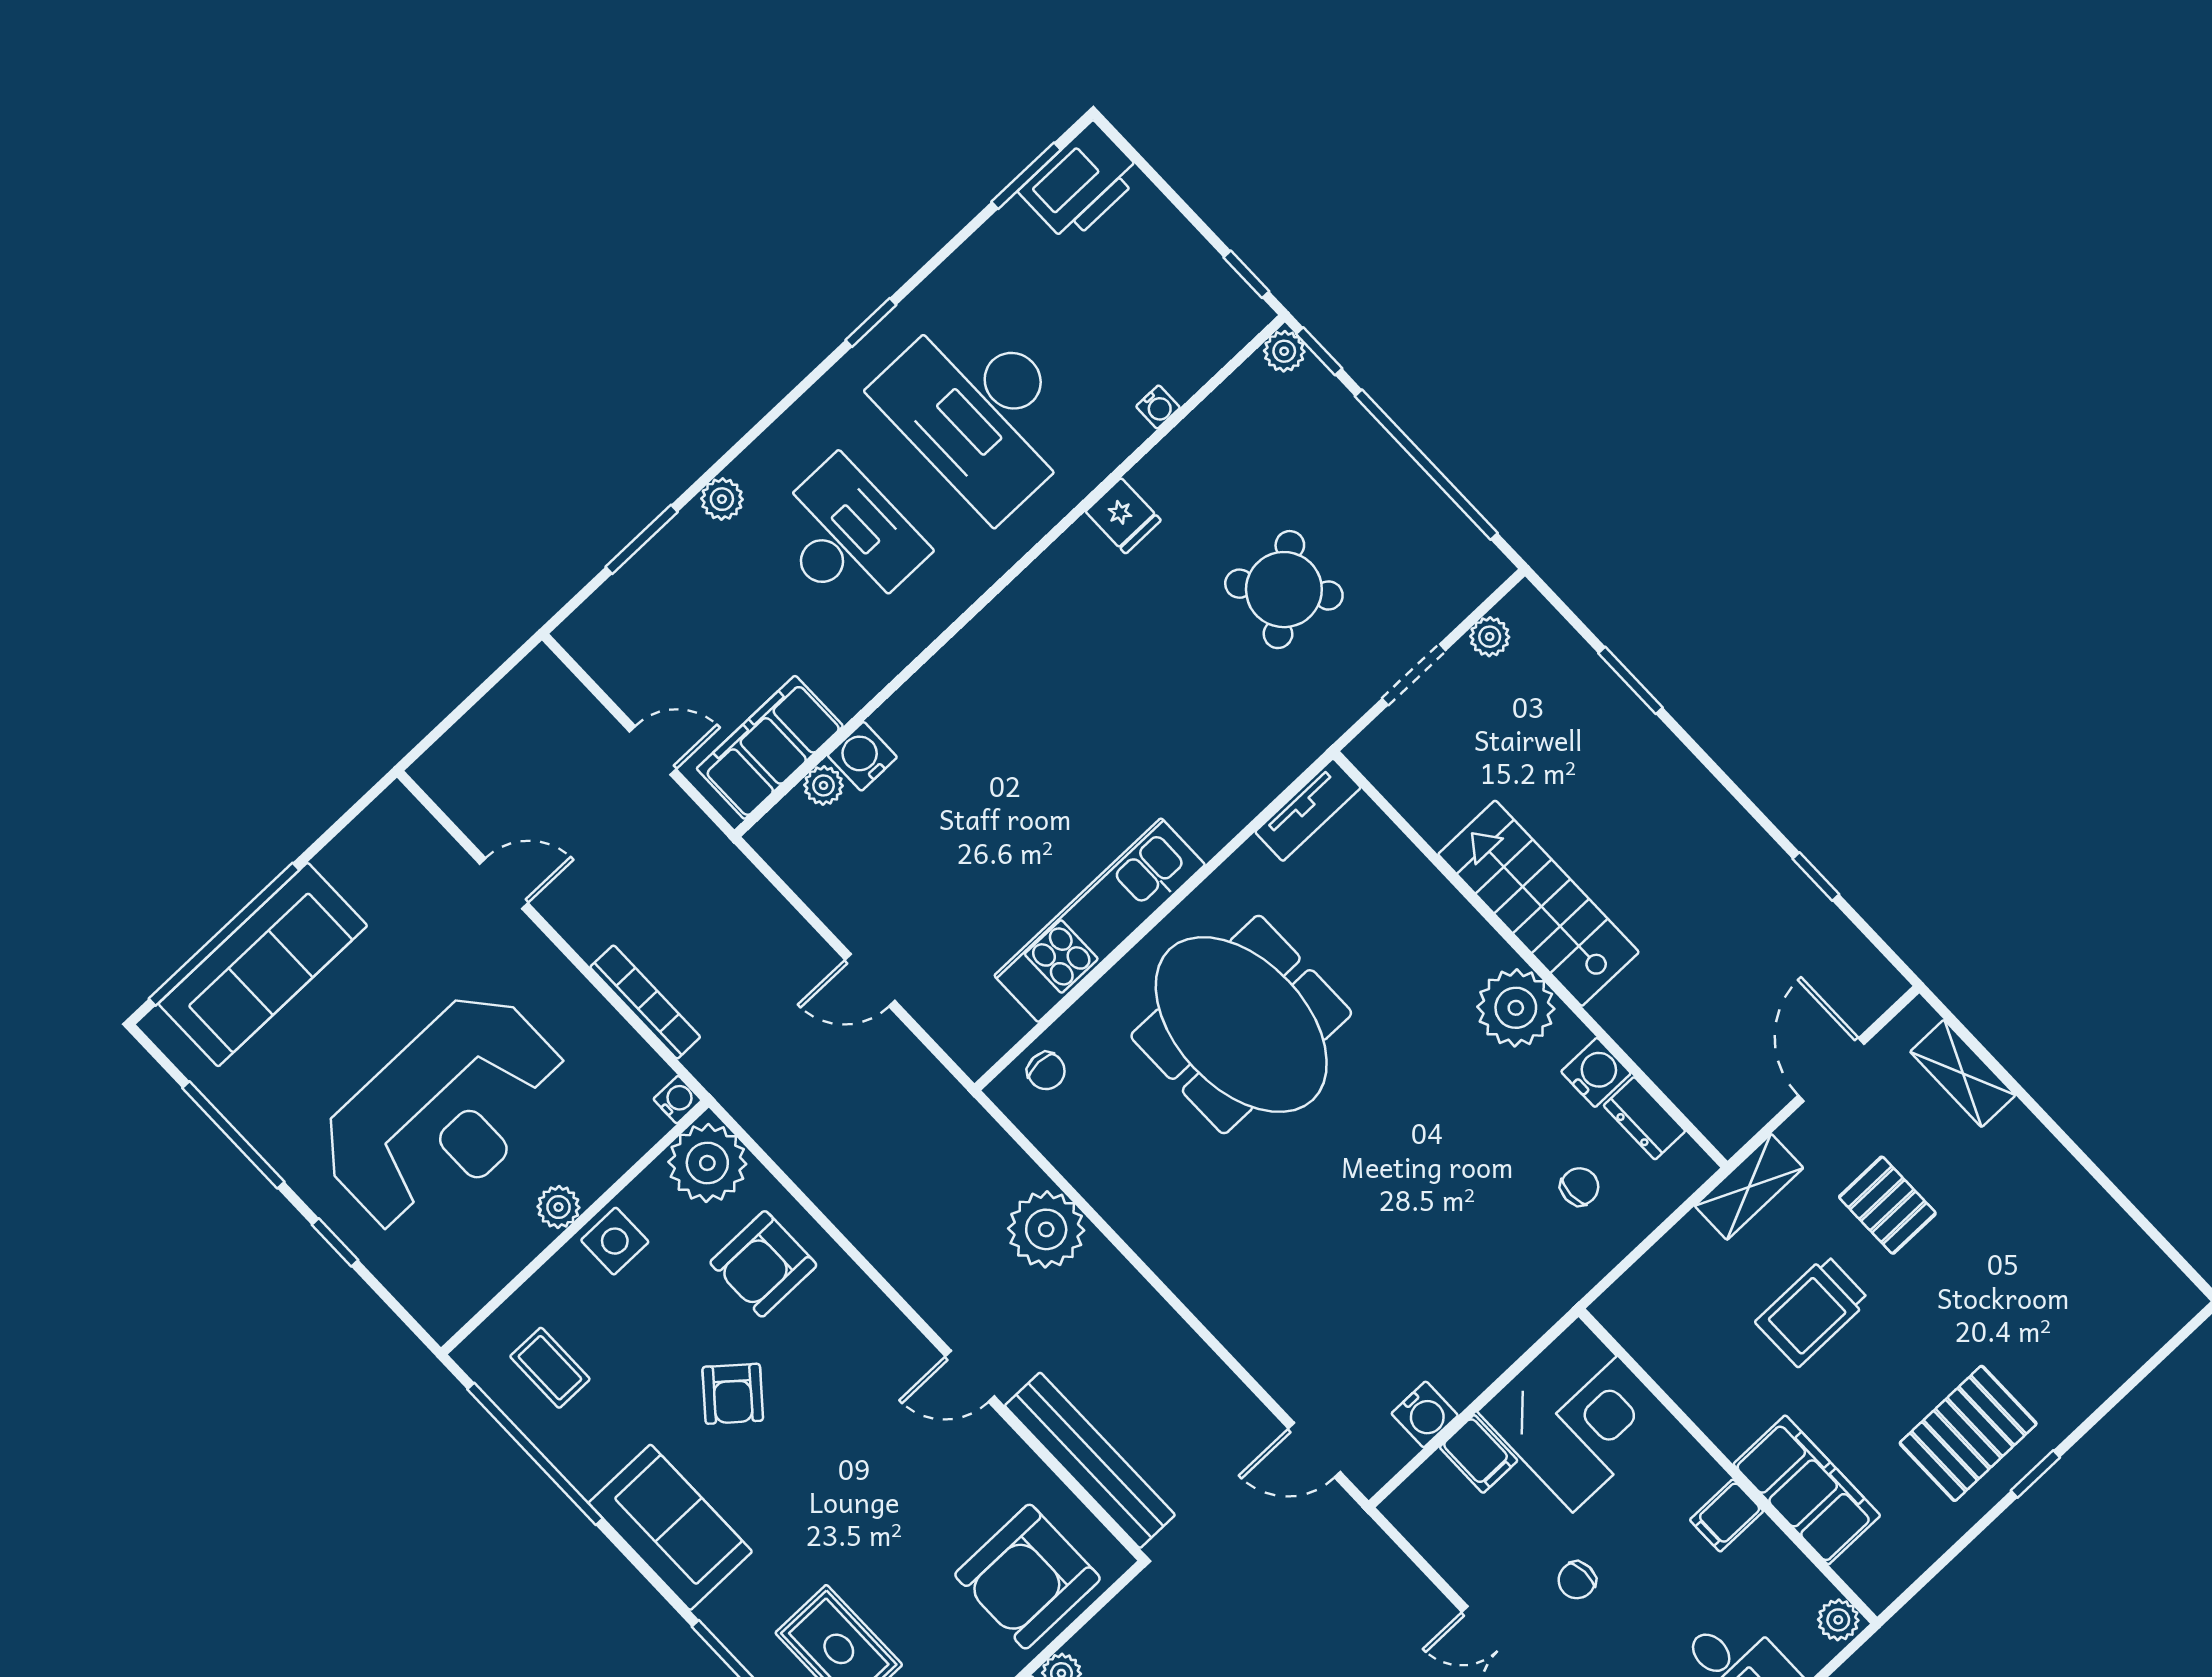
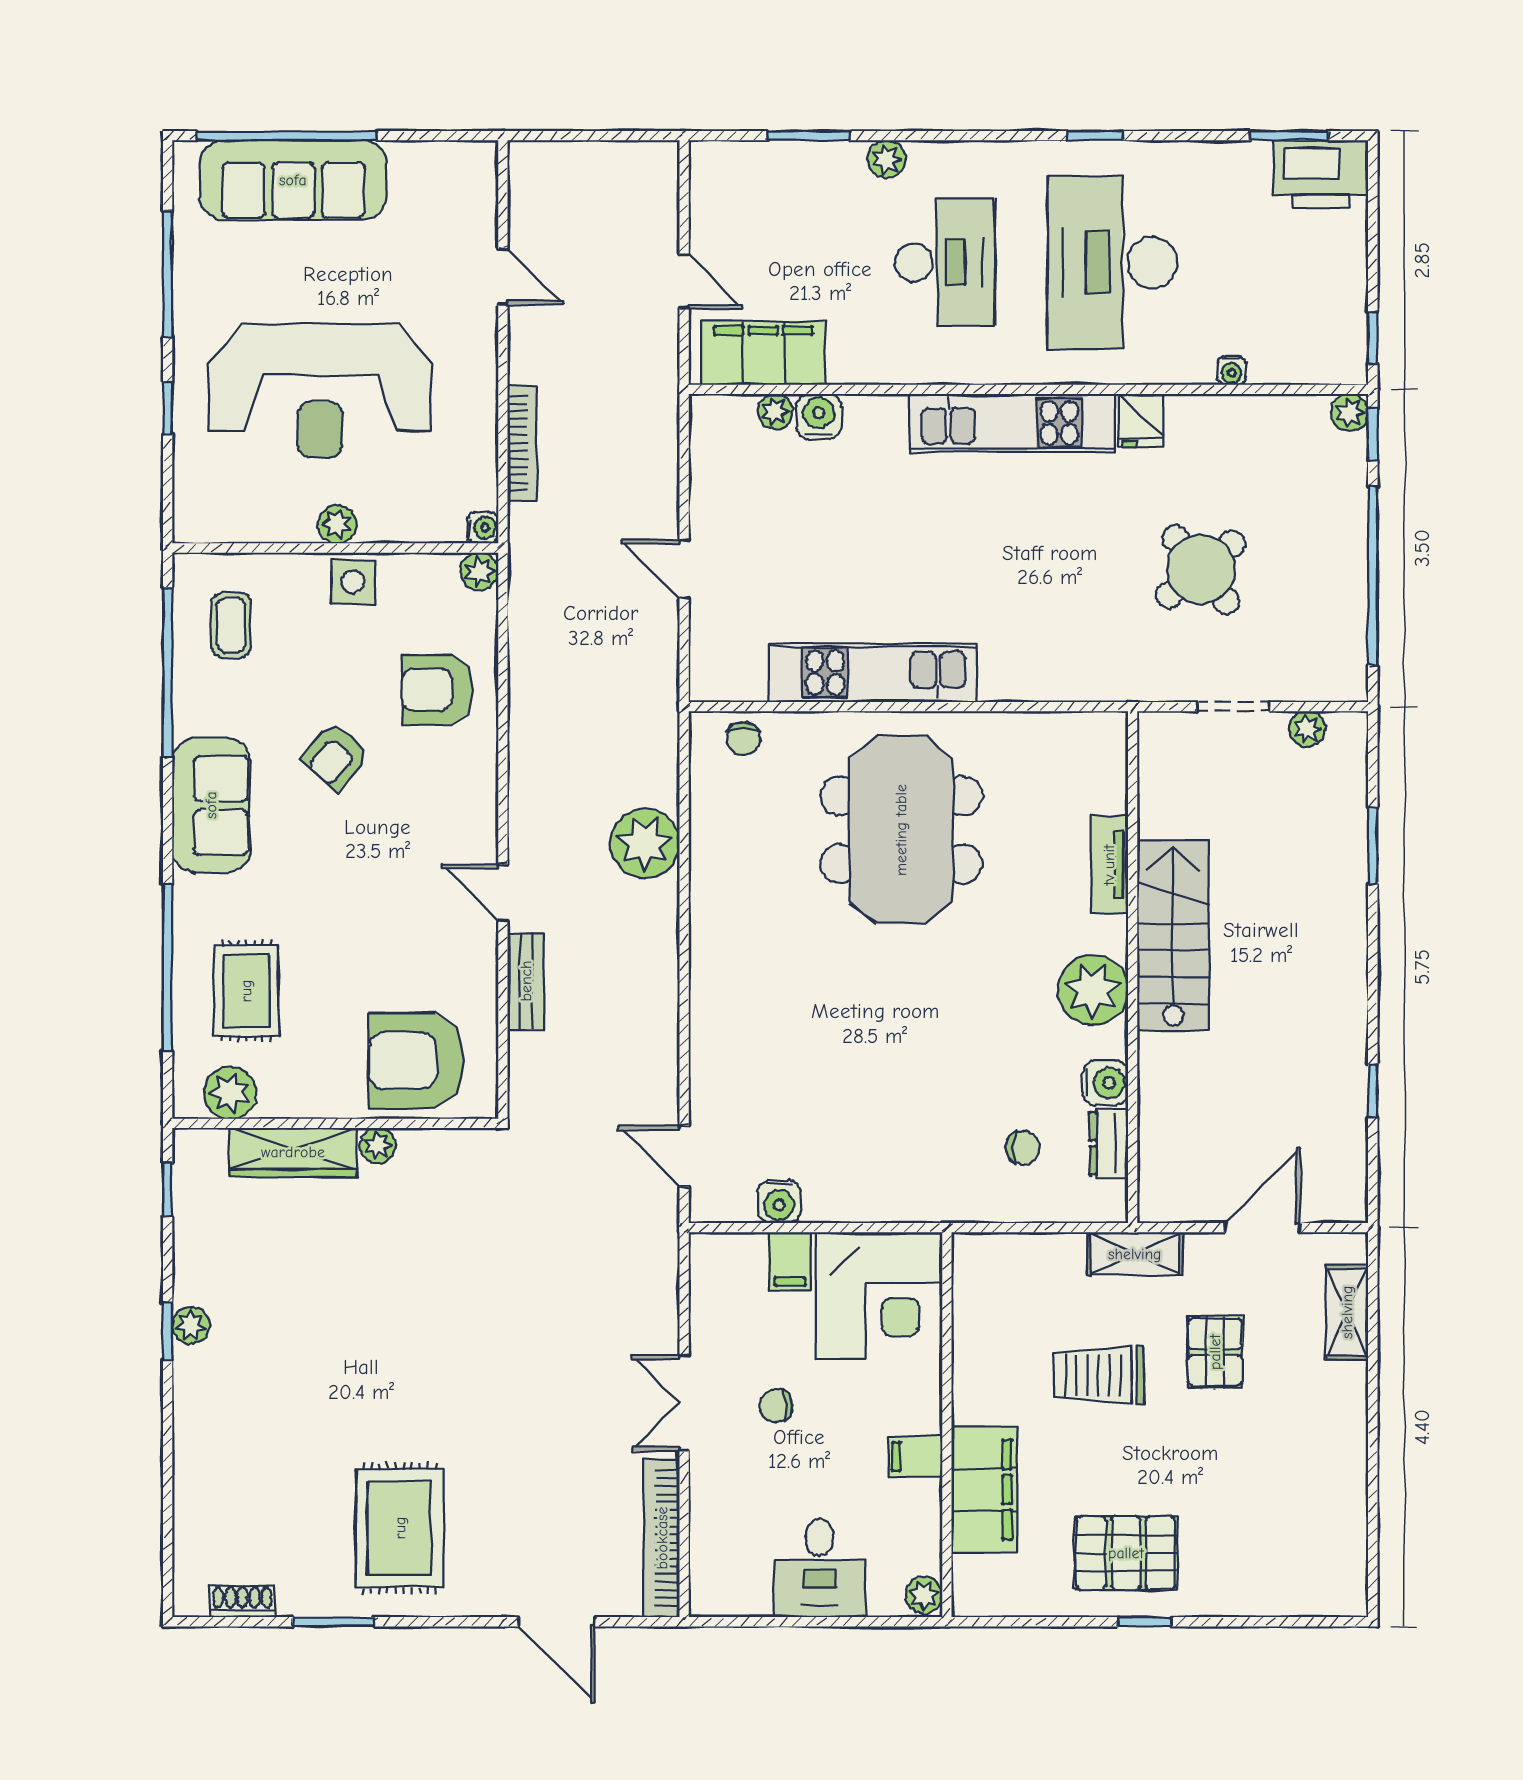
kitchen unit: (1022, 615) -> (1012, 423), added
tv unit: (1308, 810) -> (1109, 865), moved, turned 90
plant: (707, 1163) -> (479, 571), width x0.53, depth x0.53
bench: (1090, 1460) -> (526, 981), width x0.54, depth x0.82

